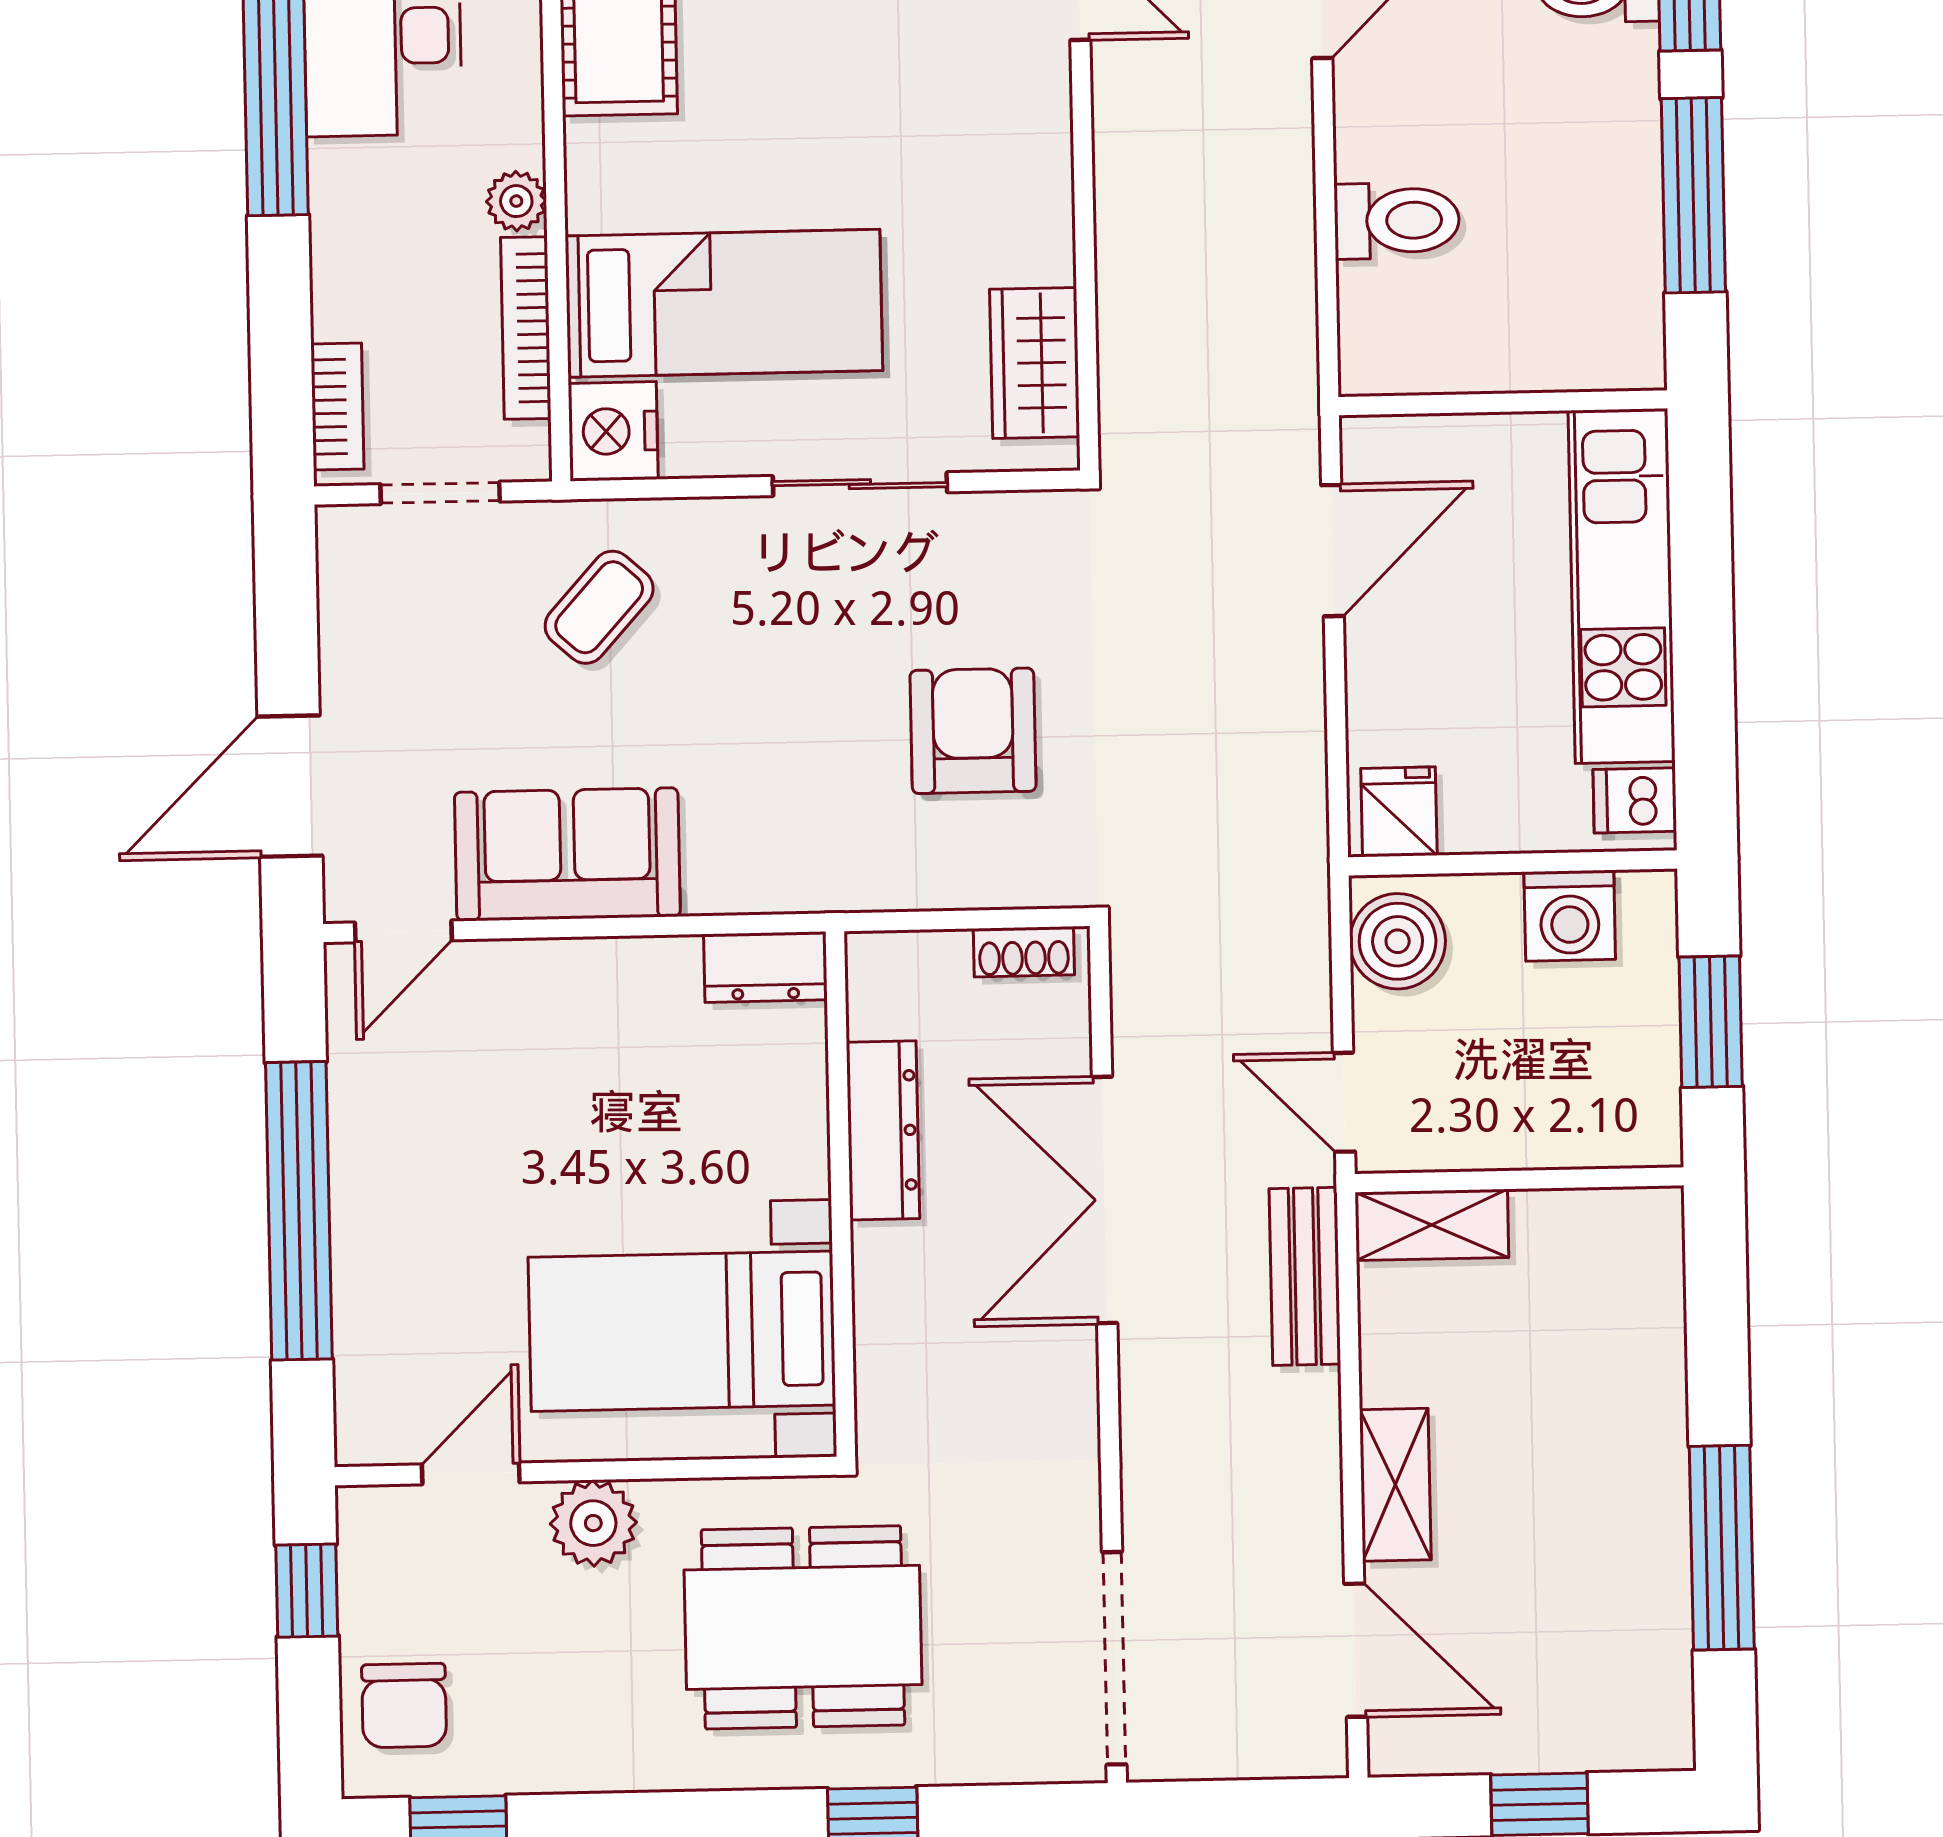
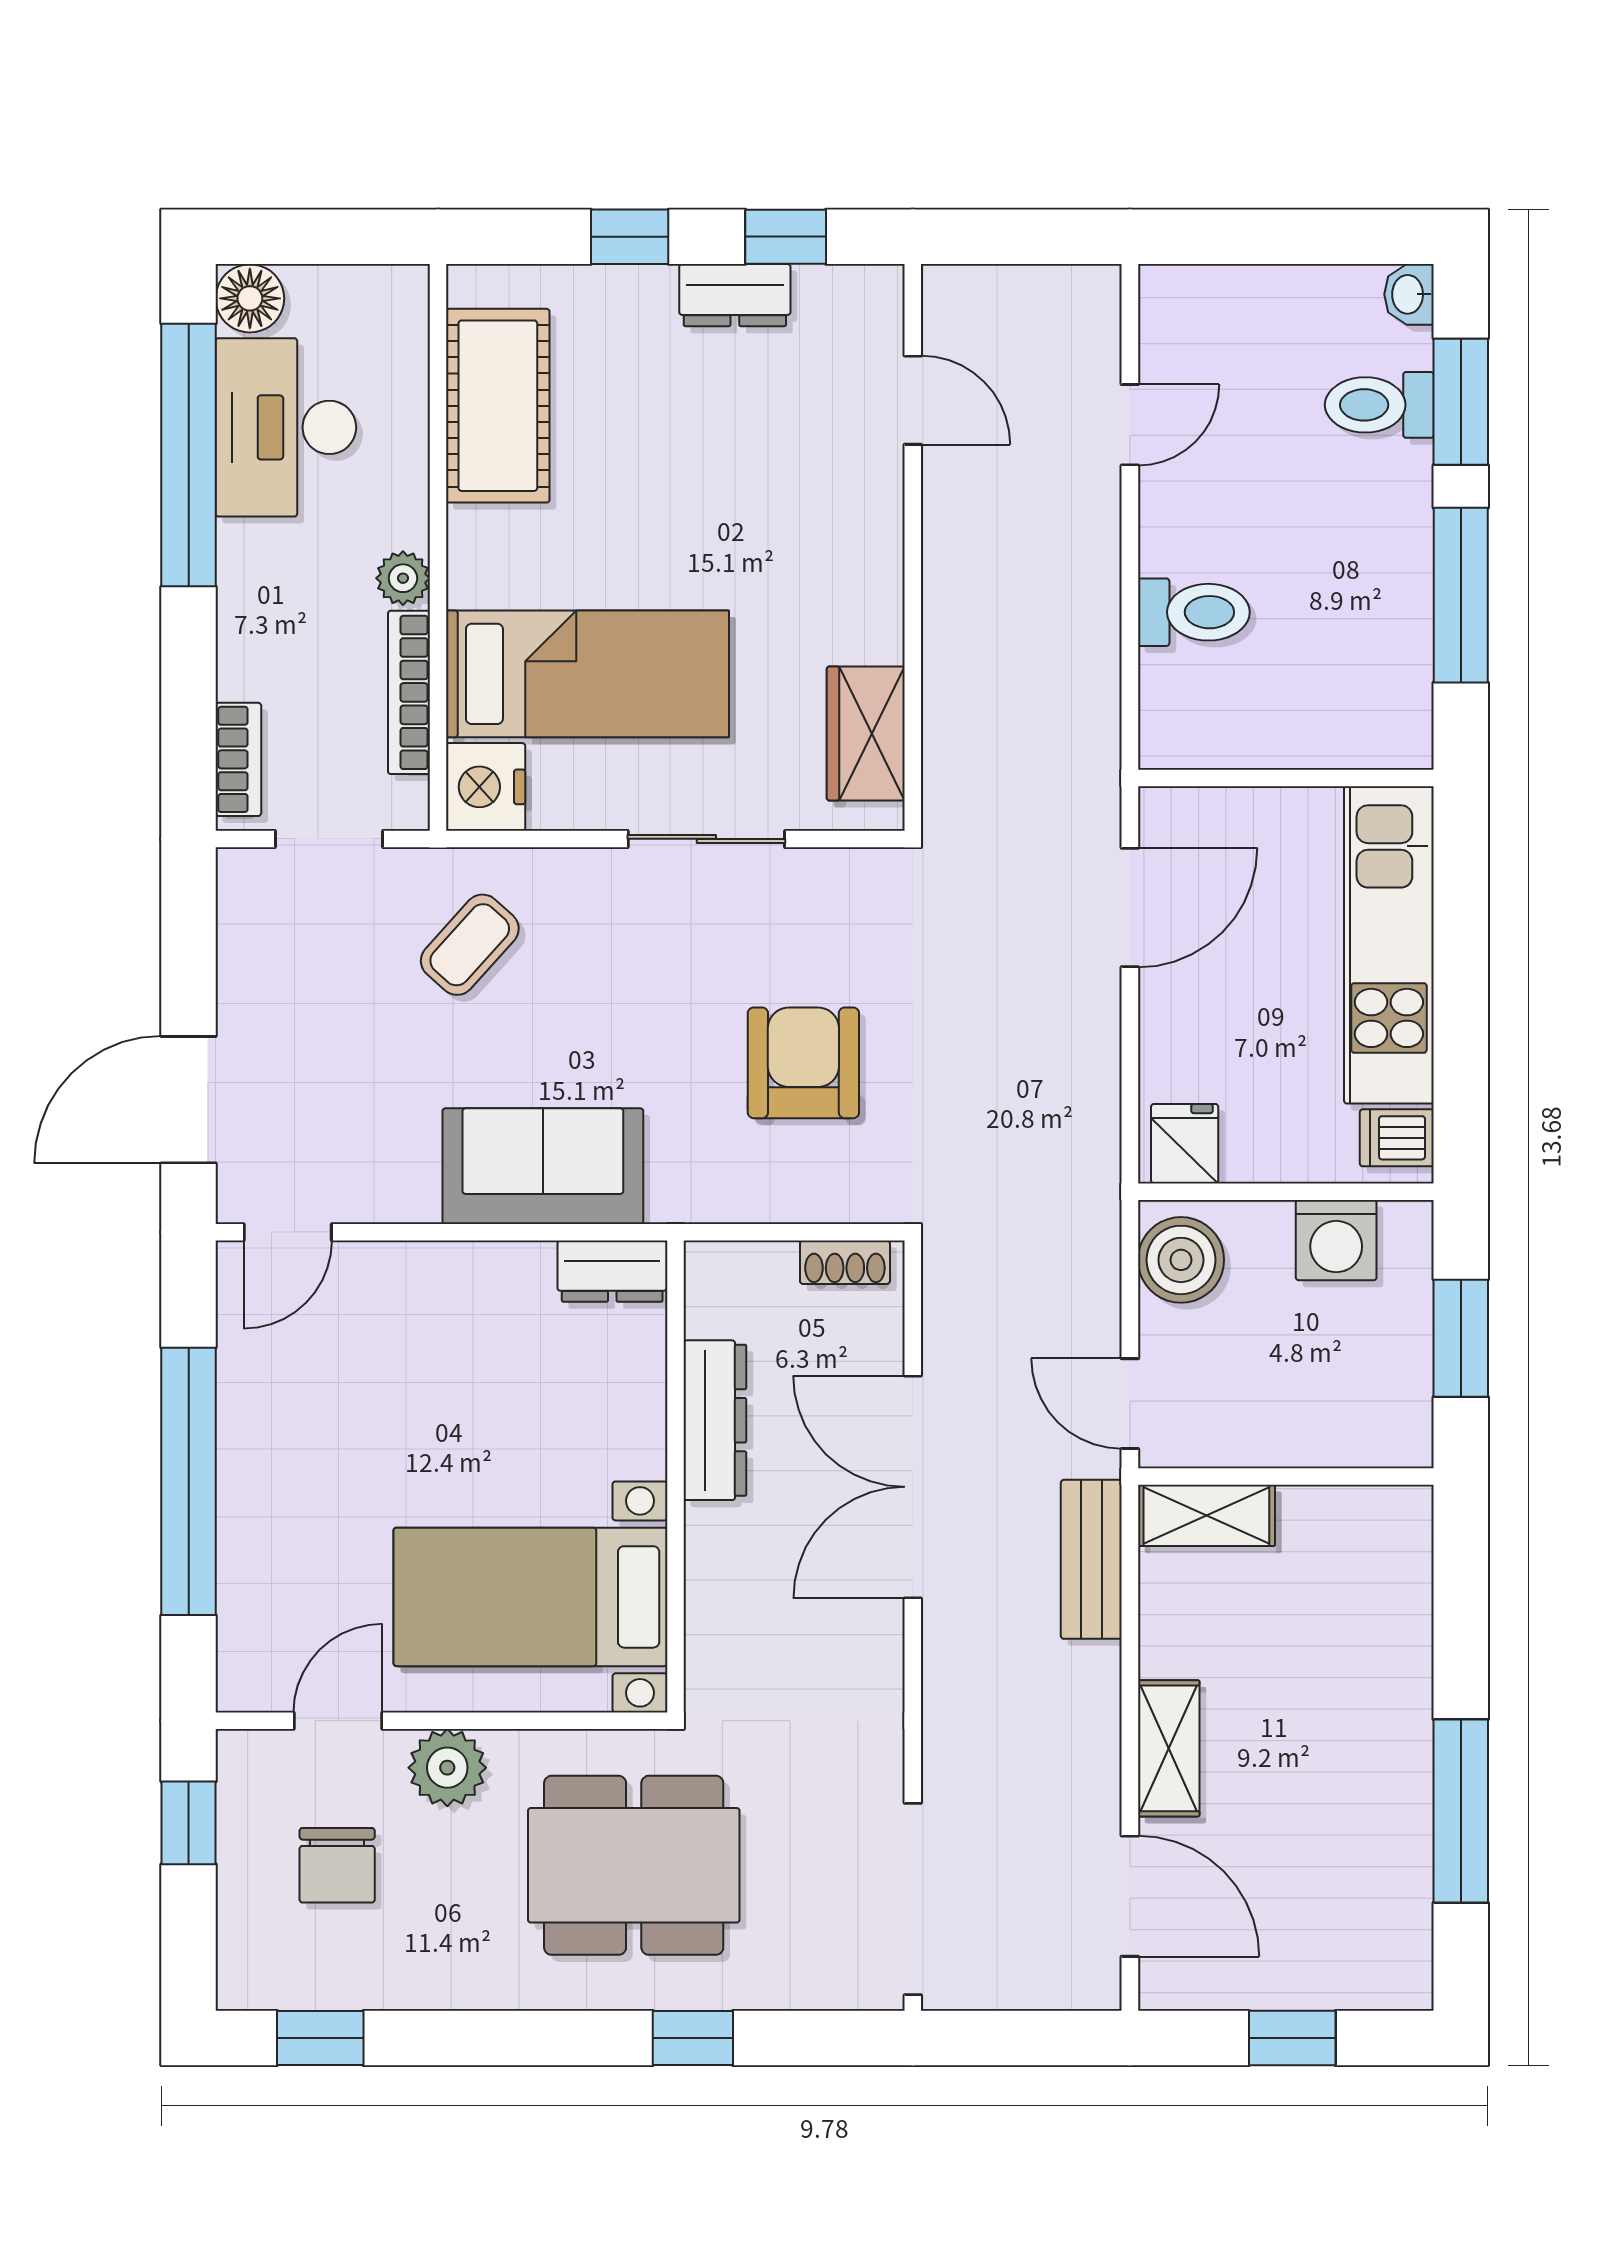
sofa: (567, 854) -> (543, 1166), moved
chair: (404, 1705) -> (337, 1865), moved

